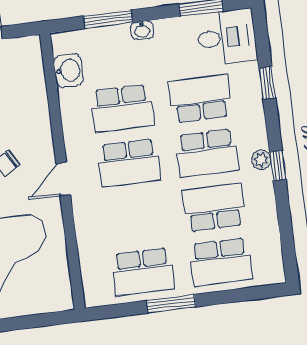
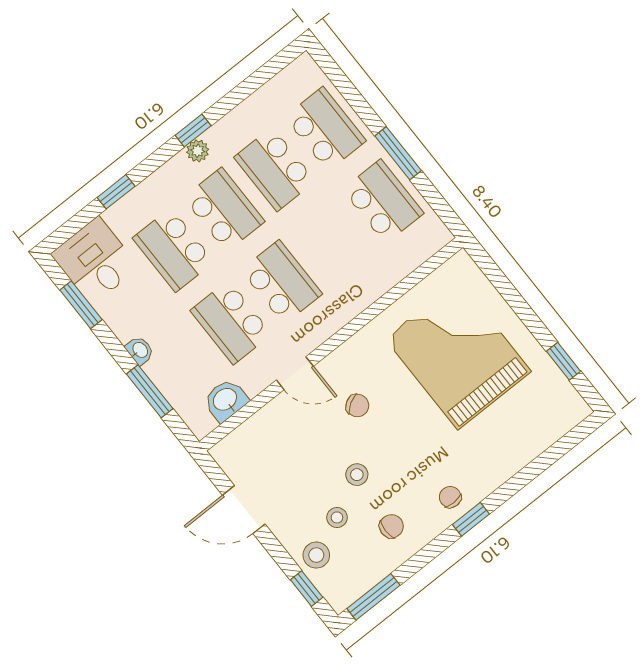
school desk: (122, 108) -> (231, 322), turned 180
door: (63, 179) -> (295, 373), moved

